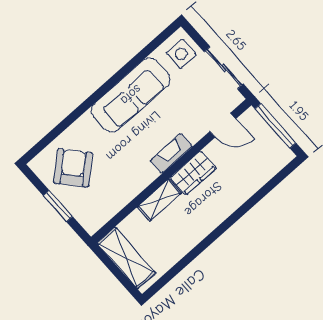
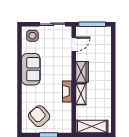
sofa: (131, 95) -> (31, 69), width x0.73
fireplace: (171, 153) -> (67, 91), moved

